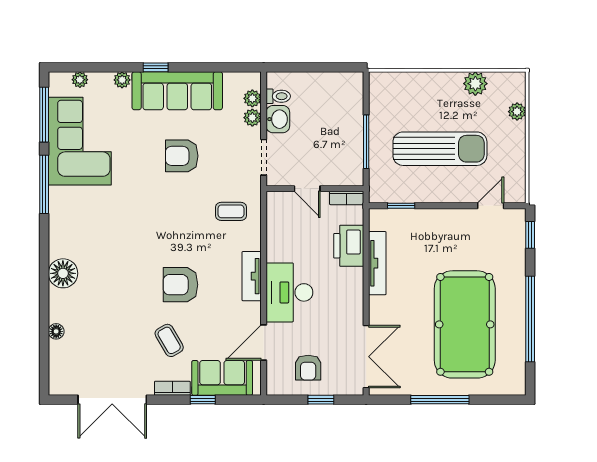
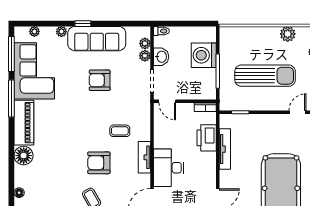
toilet: (278, 96) -> (161, 31), moved
washing machine: (344, 117) -> (204, 55), added
door: (307, 189) -> (167, 101), moved
coffee table: (231, 211) -> (120, 131), moved
piano: (64, 222) -> (24, 123), added

